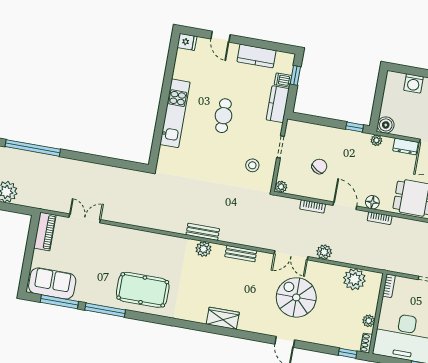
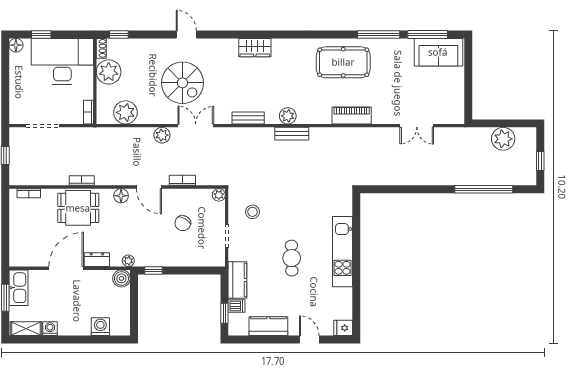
bookcase: (380, 218) -> (82, 180), moved
piano: (45, 232) -> (352, 115), moved, turned 90
plant: (369, 321) -> (109, 72), width x1.88, depth x1.88

